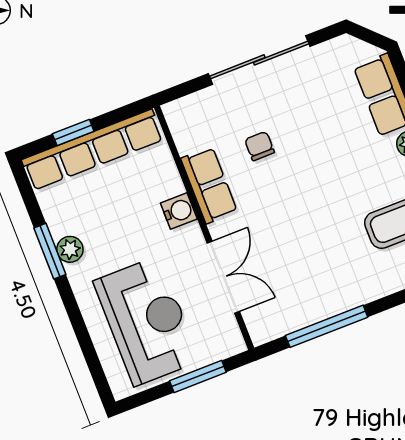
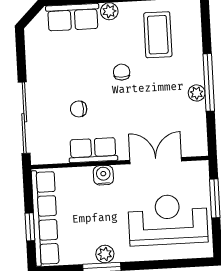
sliding door: (259, 60) -> (24, 118), moved
chair: (331, 189) -> (122, 72), added
plant: (336, 303) -> (197, 93), added
window: (327, 326) -> (209, 82), moved

